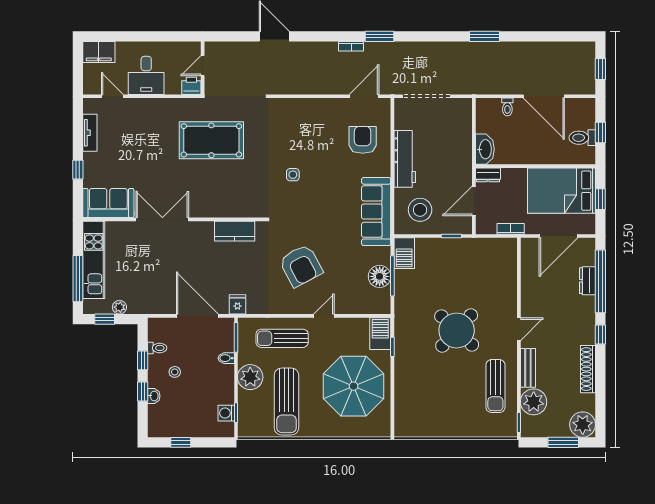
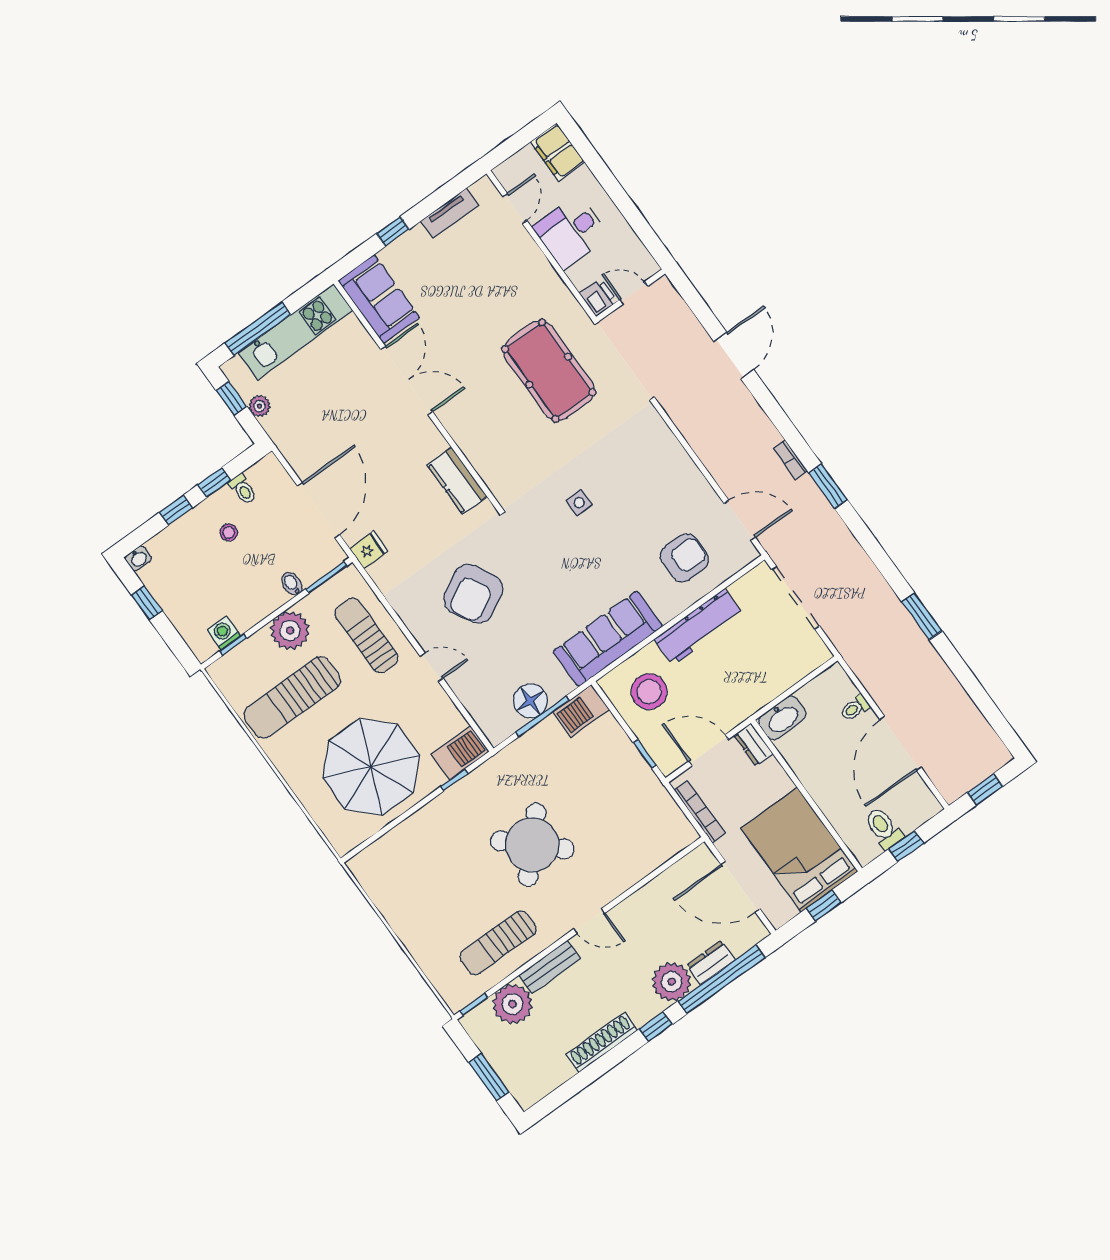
bookcase: (511, 229) -> (700, 811), width x1.56
washbasin: (154, 396) -> (138, 558), moved
plant: (583, 425) -> (672, 982), moved

